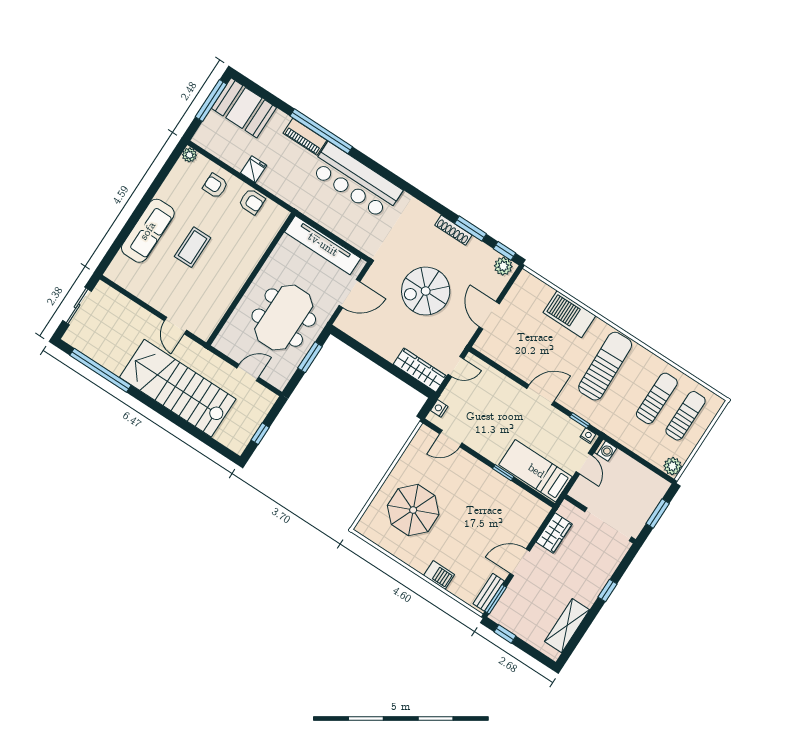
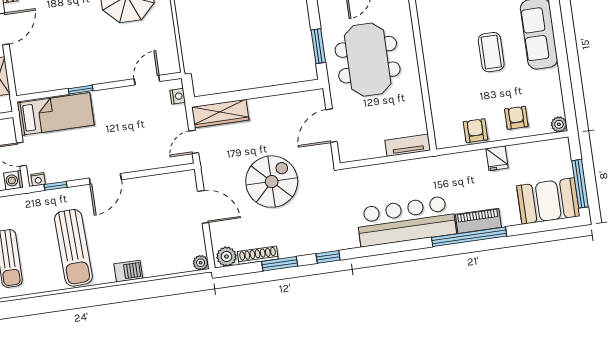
armchair: (215, 186) -> (516, 118), turned -90
armchair: (252, 202) -> (476, 131), turned 90
shoe rack: (453, 230) -> (258, 255), moved
tv unit: (323, 245) -> (408, 145), width x0.52, depth x0.78
window: (505, 251) -> (328, 257), moved
plant: (525, 278) -> (201, 263), added
barbecue: (569, 314) -> (128, 271), width x0.53, depth x0.65

